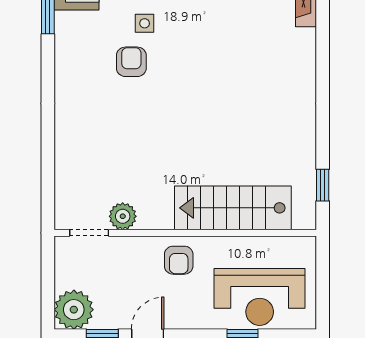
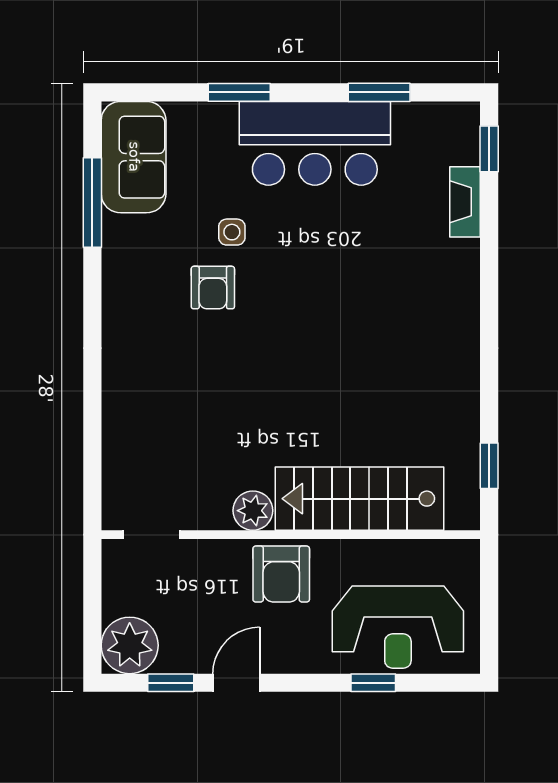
armchair: (131, 62) -> (213, 288), turned 180
plant: (123, 216) -> (253, 511), moved
armchair: (179, 260) -> (281, 574), width x1.38, depth x1.38

